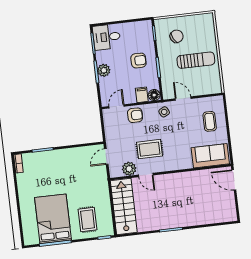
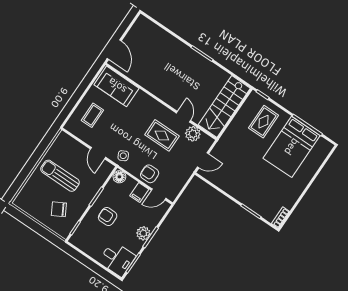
filing cabinet: (142, 95) -> (139, 193), moved

